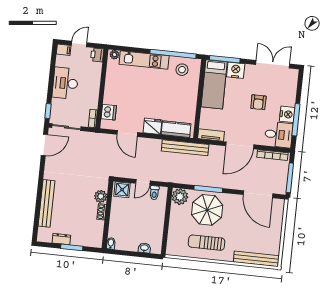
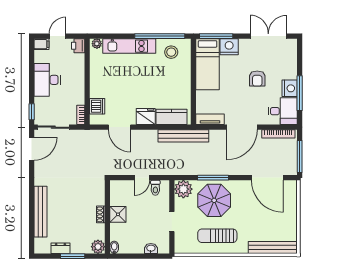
shower: (122, 190) -> (118, 214), moved
plant: (101, 196) -> (98, 247), moved
doorway: (166, 225) -> (172, 222), added

